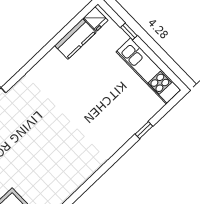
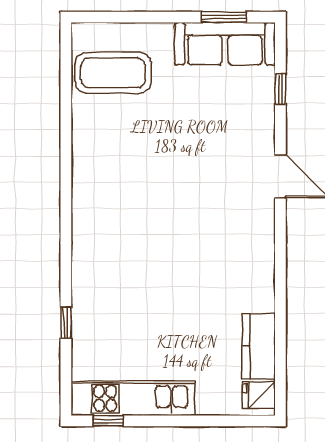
window: (129, 32) -> (108, 421), moved

